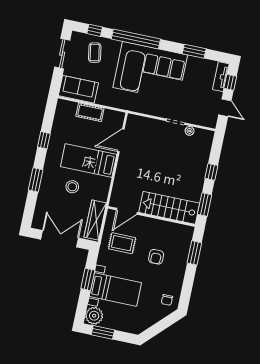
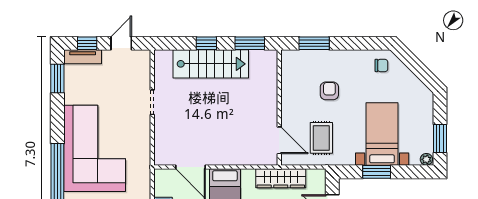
window: (194, 51) -> (57, 79), moved
plant: (190, 131) -> (160, 82), removed
stairs: (169, 208) -> (211, 64), moved, turned -90
wardrobe: (95, 220) -> (281, 178), moved
armchair: (156, 257) -> (329, 91), turned -90
plant: (94, 316) -> (426, 159), width x0.53, depth x0.53

